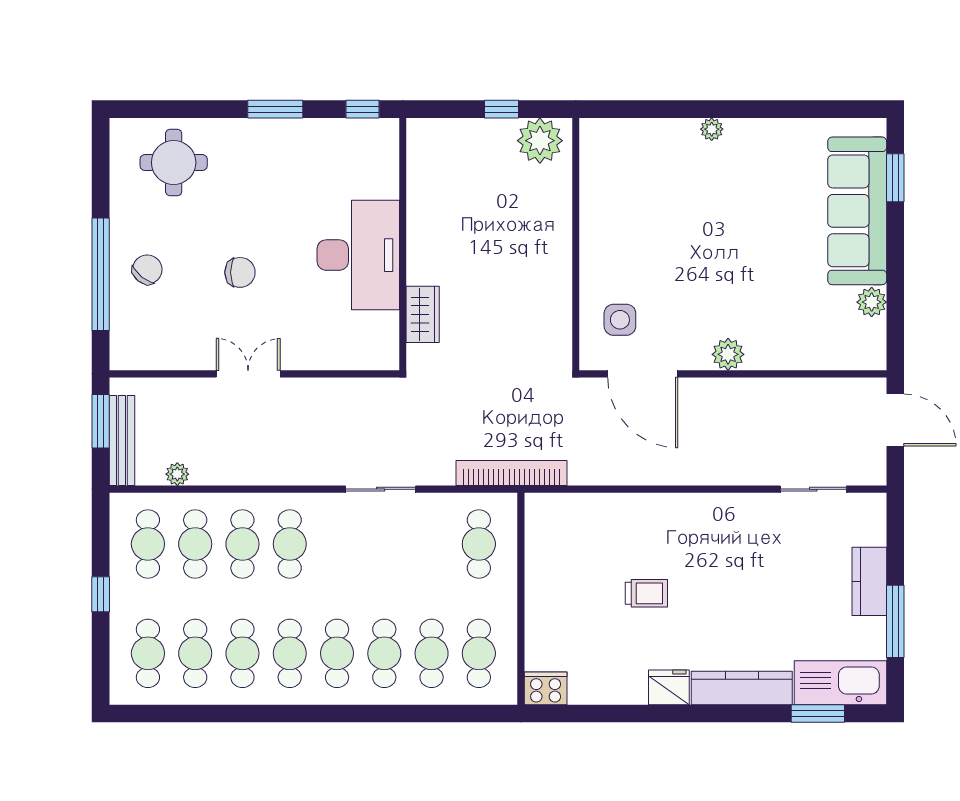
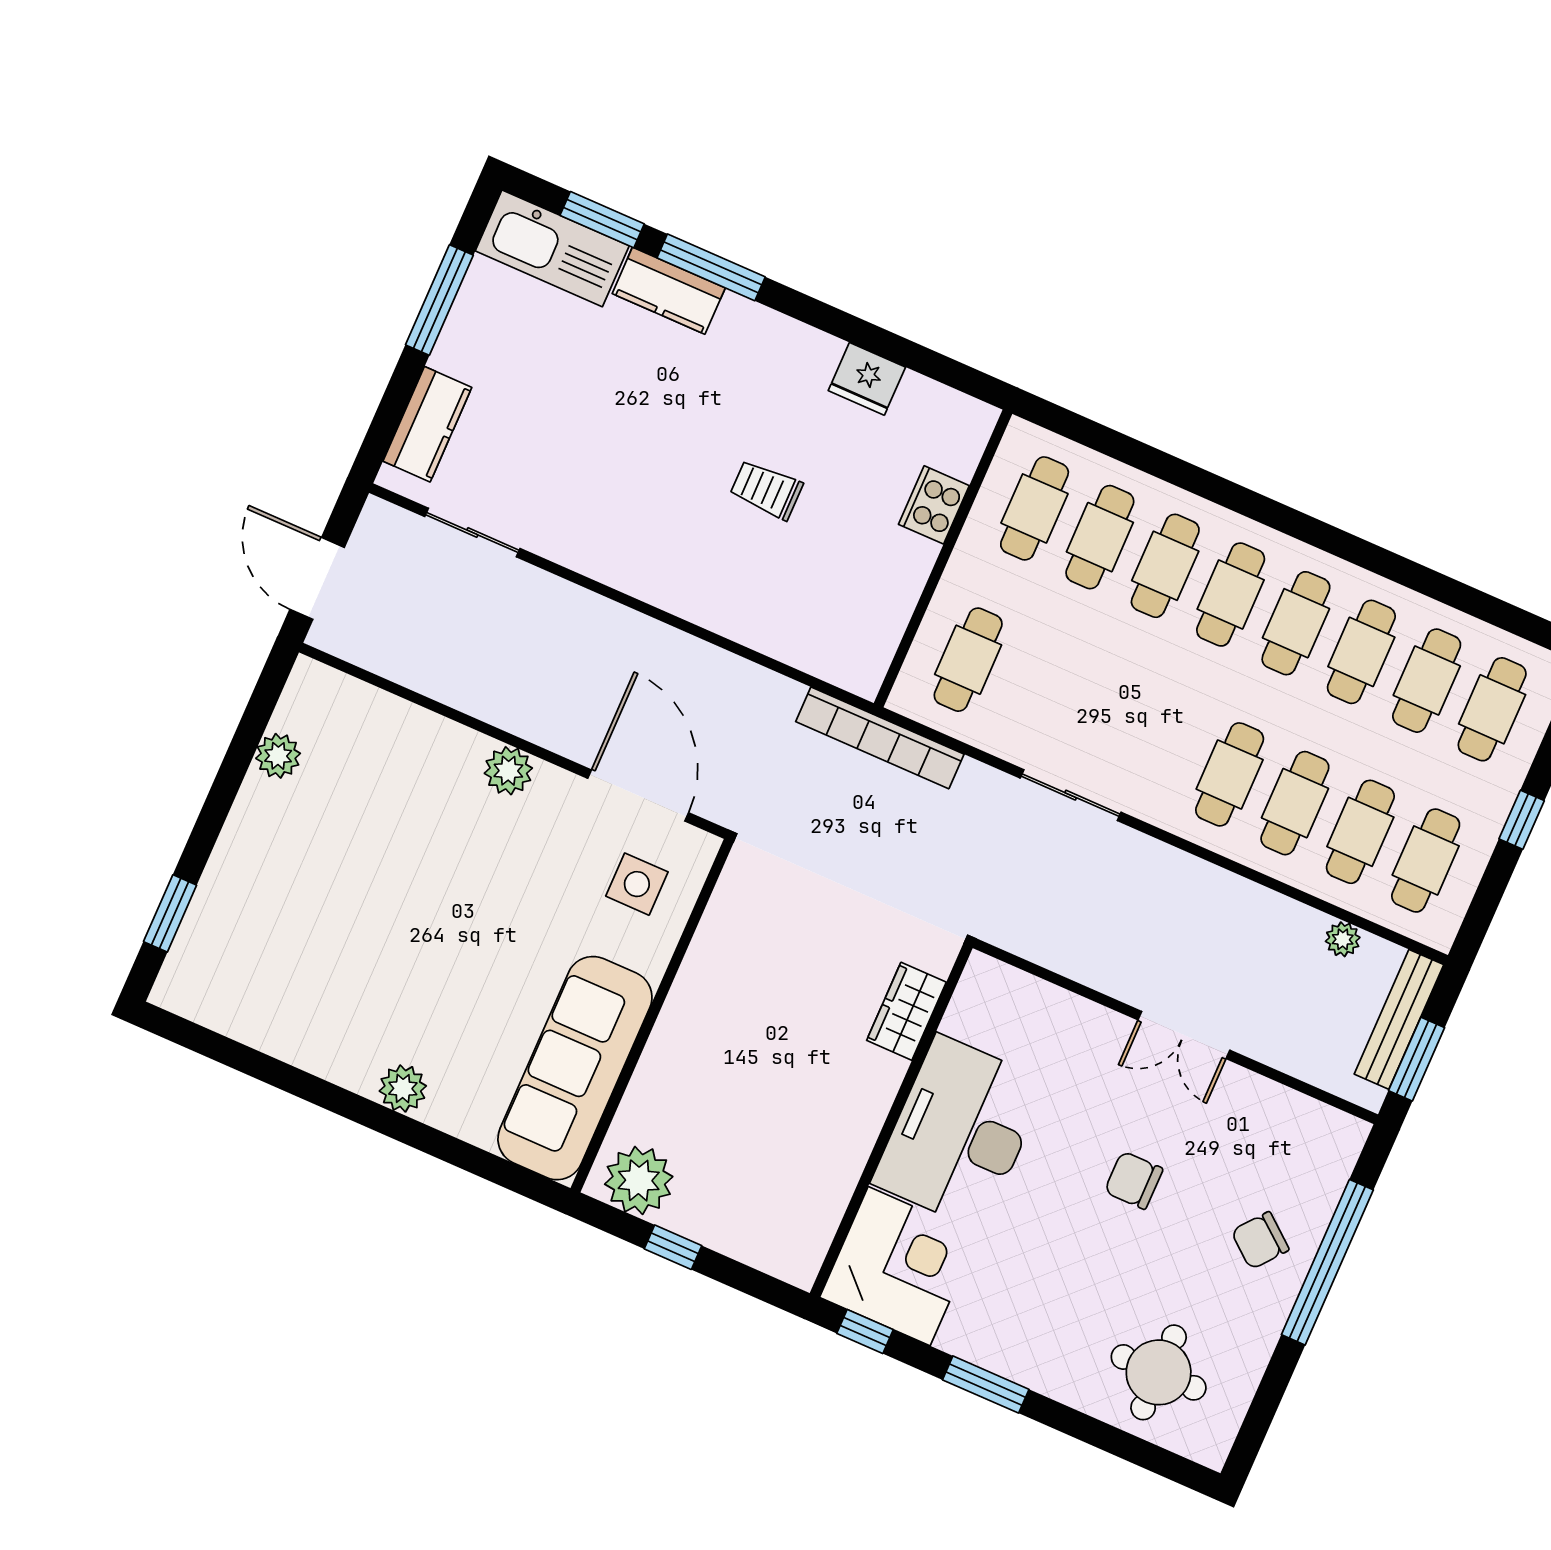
plant: (712, 129) -> (403, 1088), width x1.38, depth x1.38
corner desk: (359, 158) -> (899, 1266), added
sofa: (857, 211) -> (575, 1068), moved, turned 180
kitchen counter: (869, 581) -> (427, 424), moved
fridge: (669, 687) -> (867, 379), moved
cooker: (546, 688) -> (934, 505), moved, turned 90
kitchen counter: (742, 688) -> (669, 291), width x0.67
window: (739, 713) -> (711, 267), added

